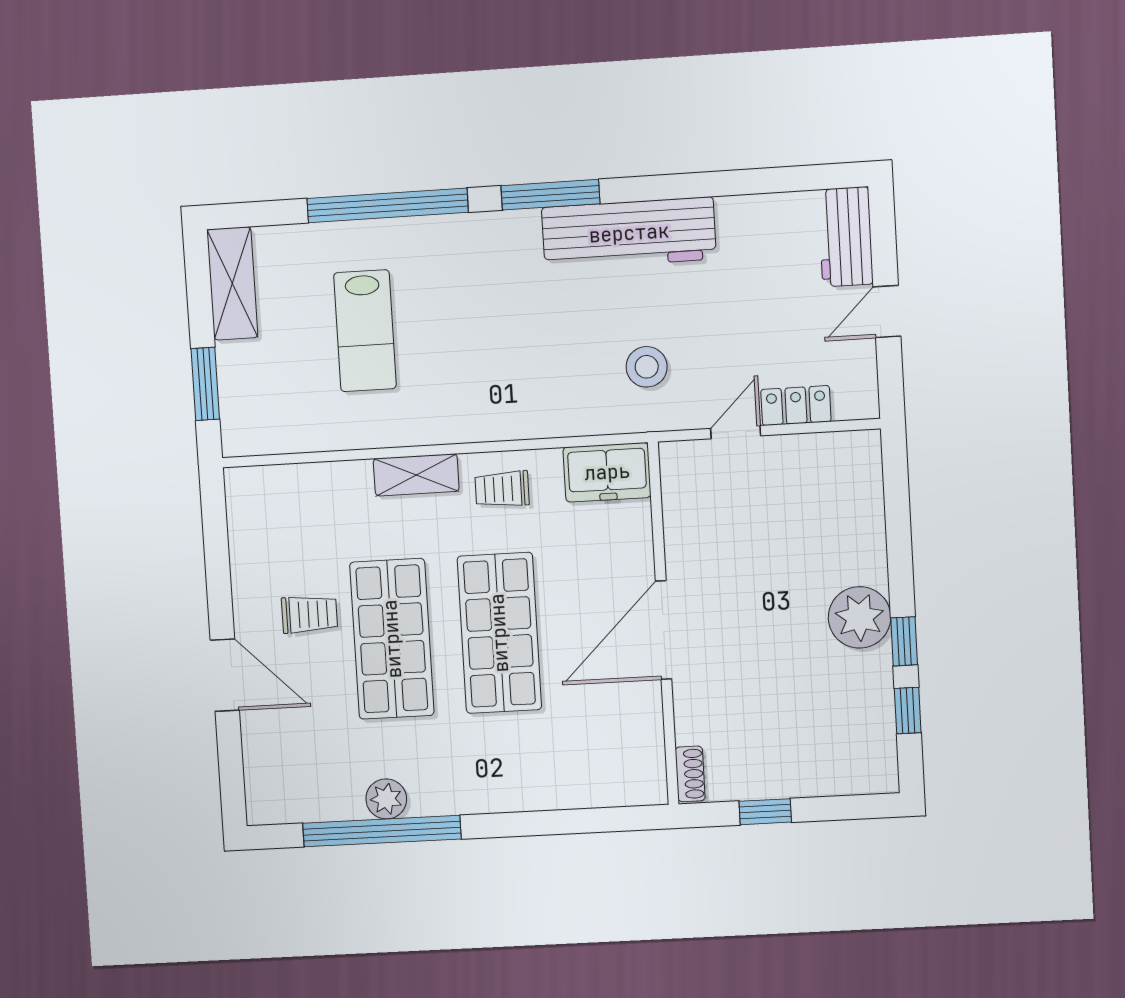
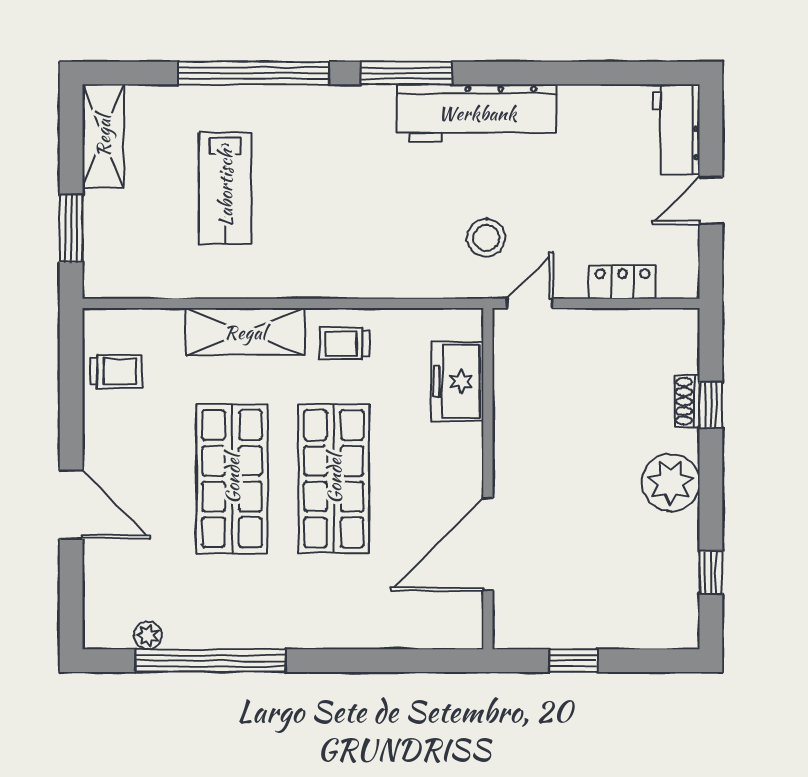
door: (736, 432) -> (530, 303), moved
freezer: (607, 472) -> (458, 381), moved, turned 90
shelving: (416, 475) -> (245, 332), width x1.50, depth x1.33
trolley: (309, 614) -> (116, 371), moved
door: (664, 630) -> (488, 544), moved
window: (904, 641) -> (711, 405), moved
shoe rack: (690, 774) -> (687, 401), moved, turned 180
plant: (386, 799) -> (148, 635), moved, width x0.73, depth x0.73

